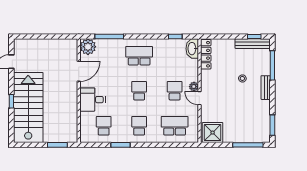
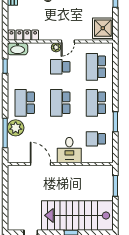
plant: (88, 47) -> (16, 128), moved
school desk: (139, 91) -> (60, 103), width x1.85
school desk: (139, 126) -> (96, 103), width x1.85

